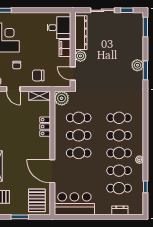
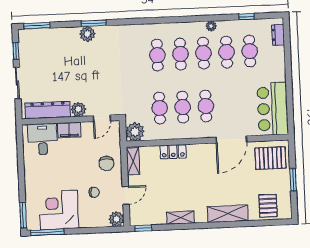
dresser: (120, 210) -> (278, 35), moved

